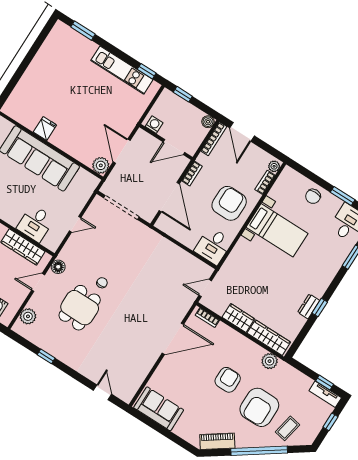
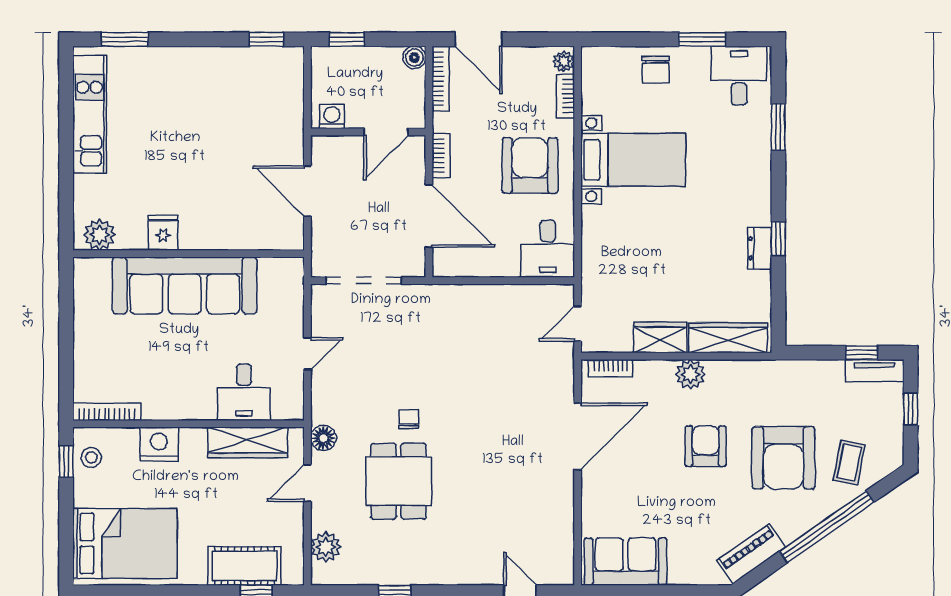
kitchen unit: (122, 70) -> (89, 114), moved, turned -90
plant: (101, 165) -> (100, 235), moved
plant: (270, 361) -> (690, 374), moved

